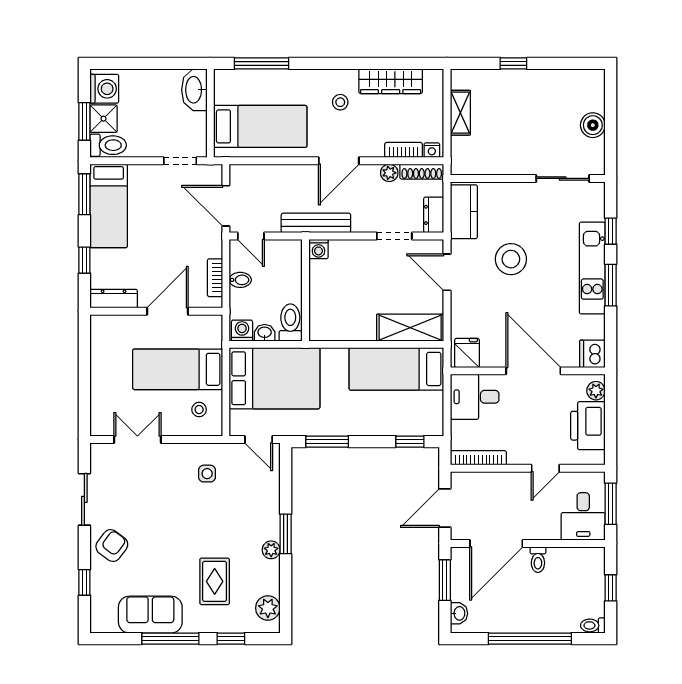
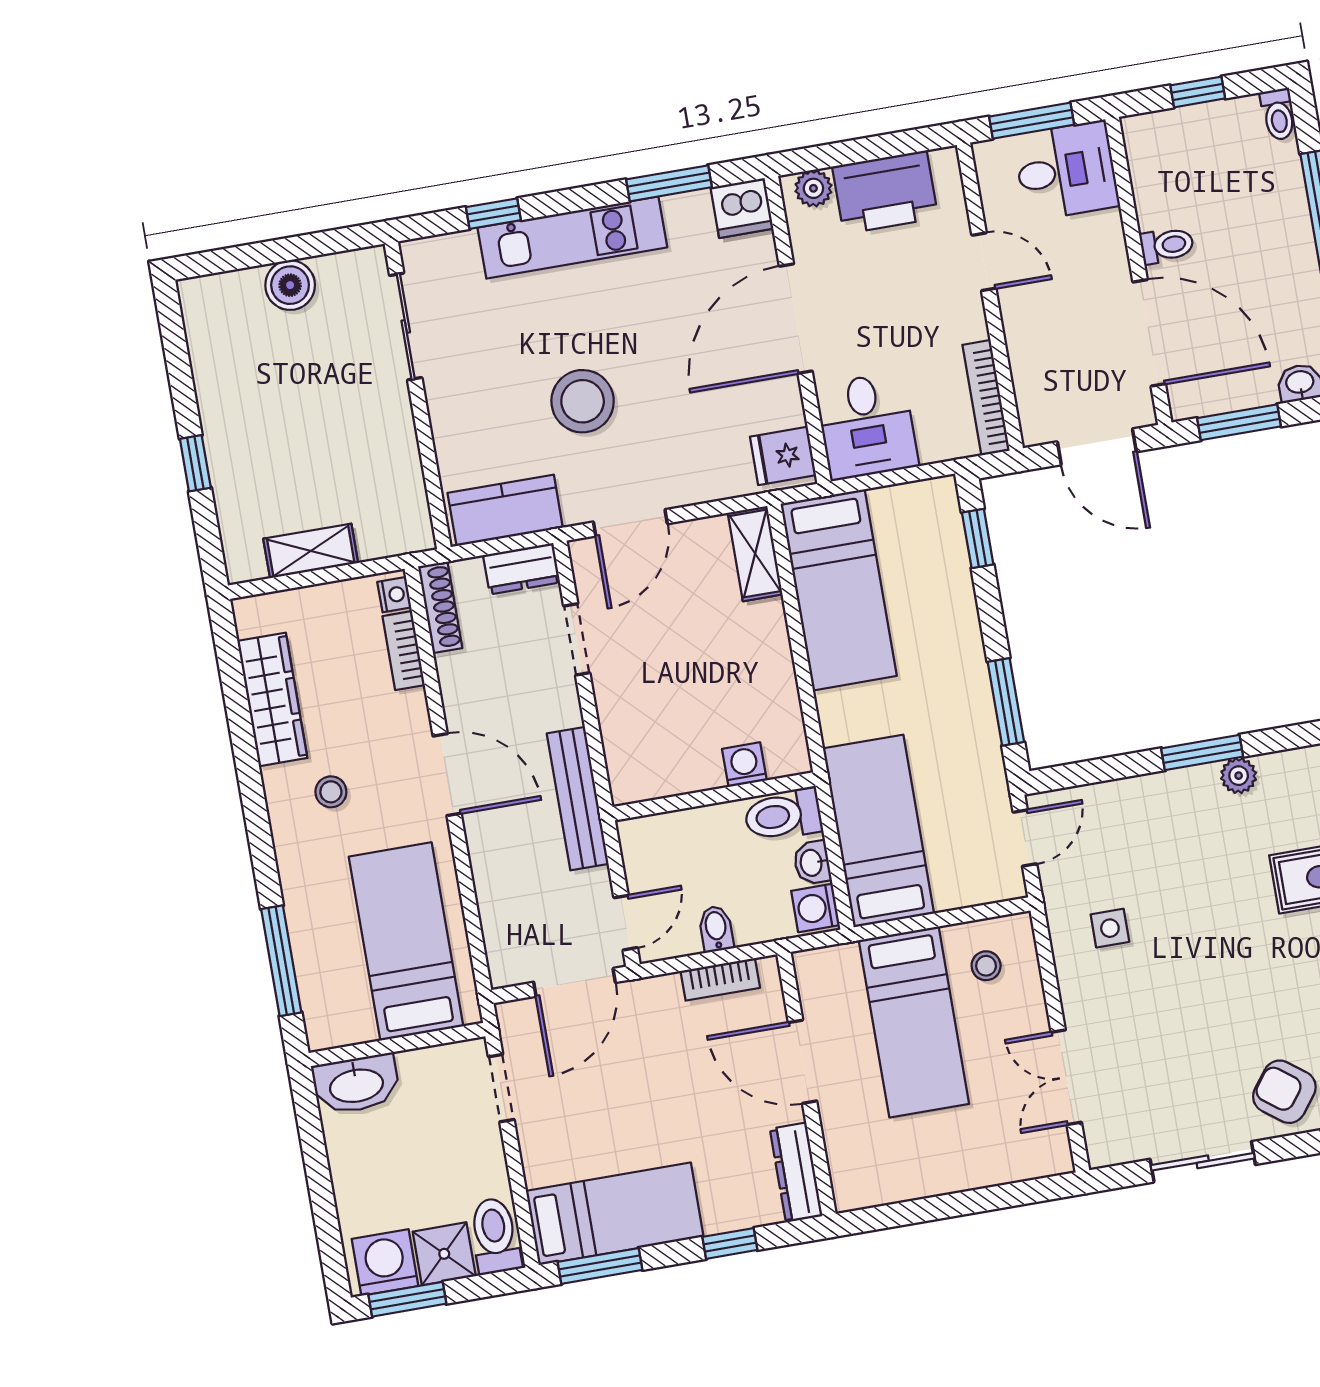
window: (84, 121) -> (407, 1299), moved
plant: (389, 173) -> (454, 671), removed
washing machine: (318, 249) -> (744, 765), moved, turned -90
window: (611, 285) -> (669, 183), moved
shelving: (410, 328) -> (755, 554), width x0.67, depth x0.75
bed: (274, 378) -> (878, 831), width x0.67

